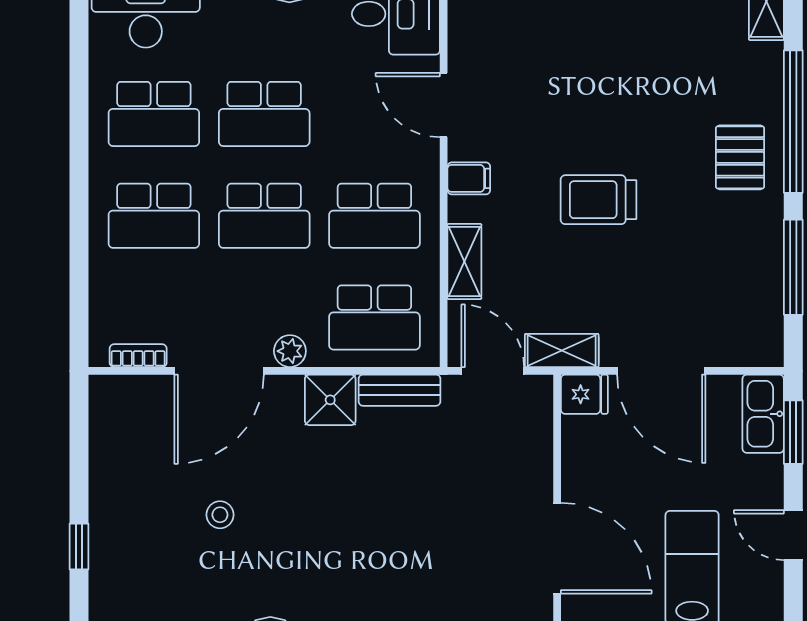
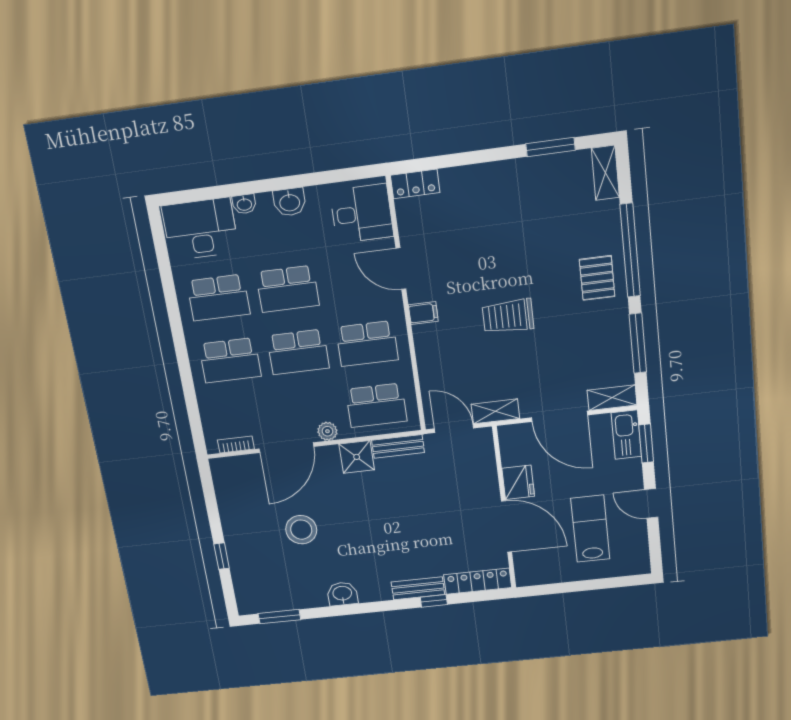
shelving: (464, 262) -> (612, 398), moved, turned 90
fridge: (584, 394) -> (518, 482), moved, width x1.38
stool: (220, 515) -> (301, 530), width x1.89, depth x1.89

